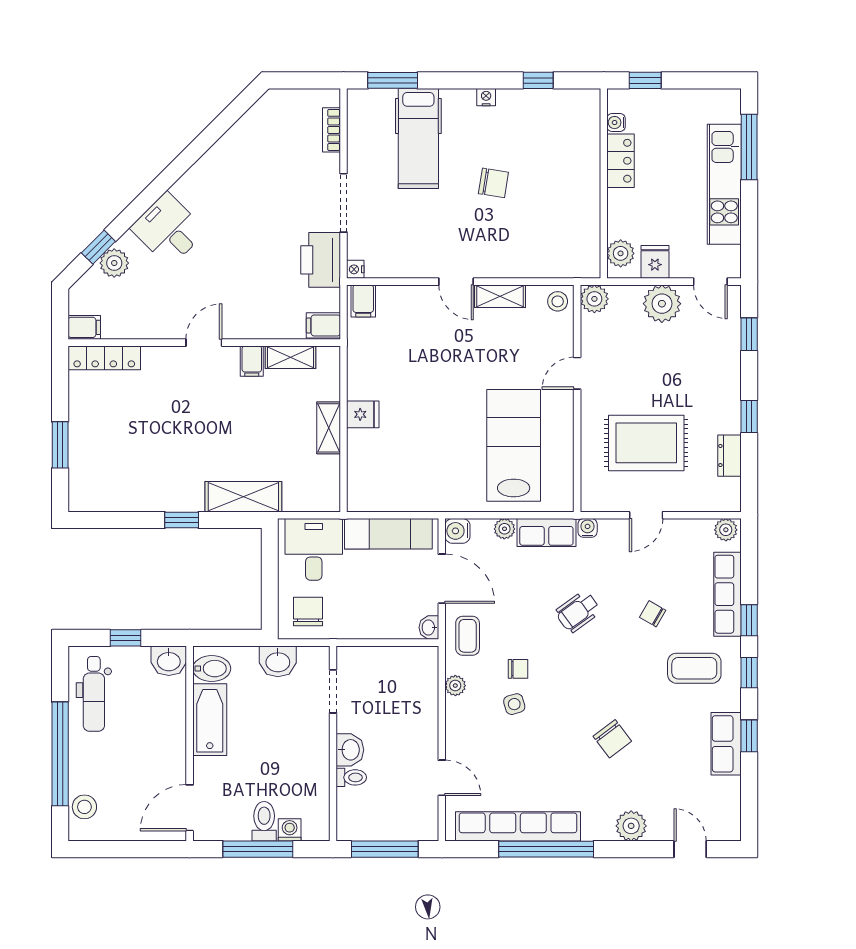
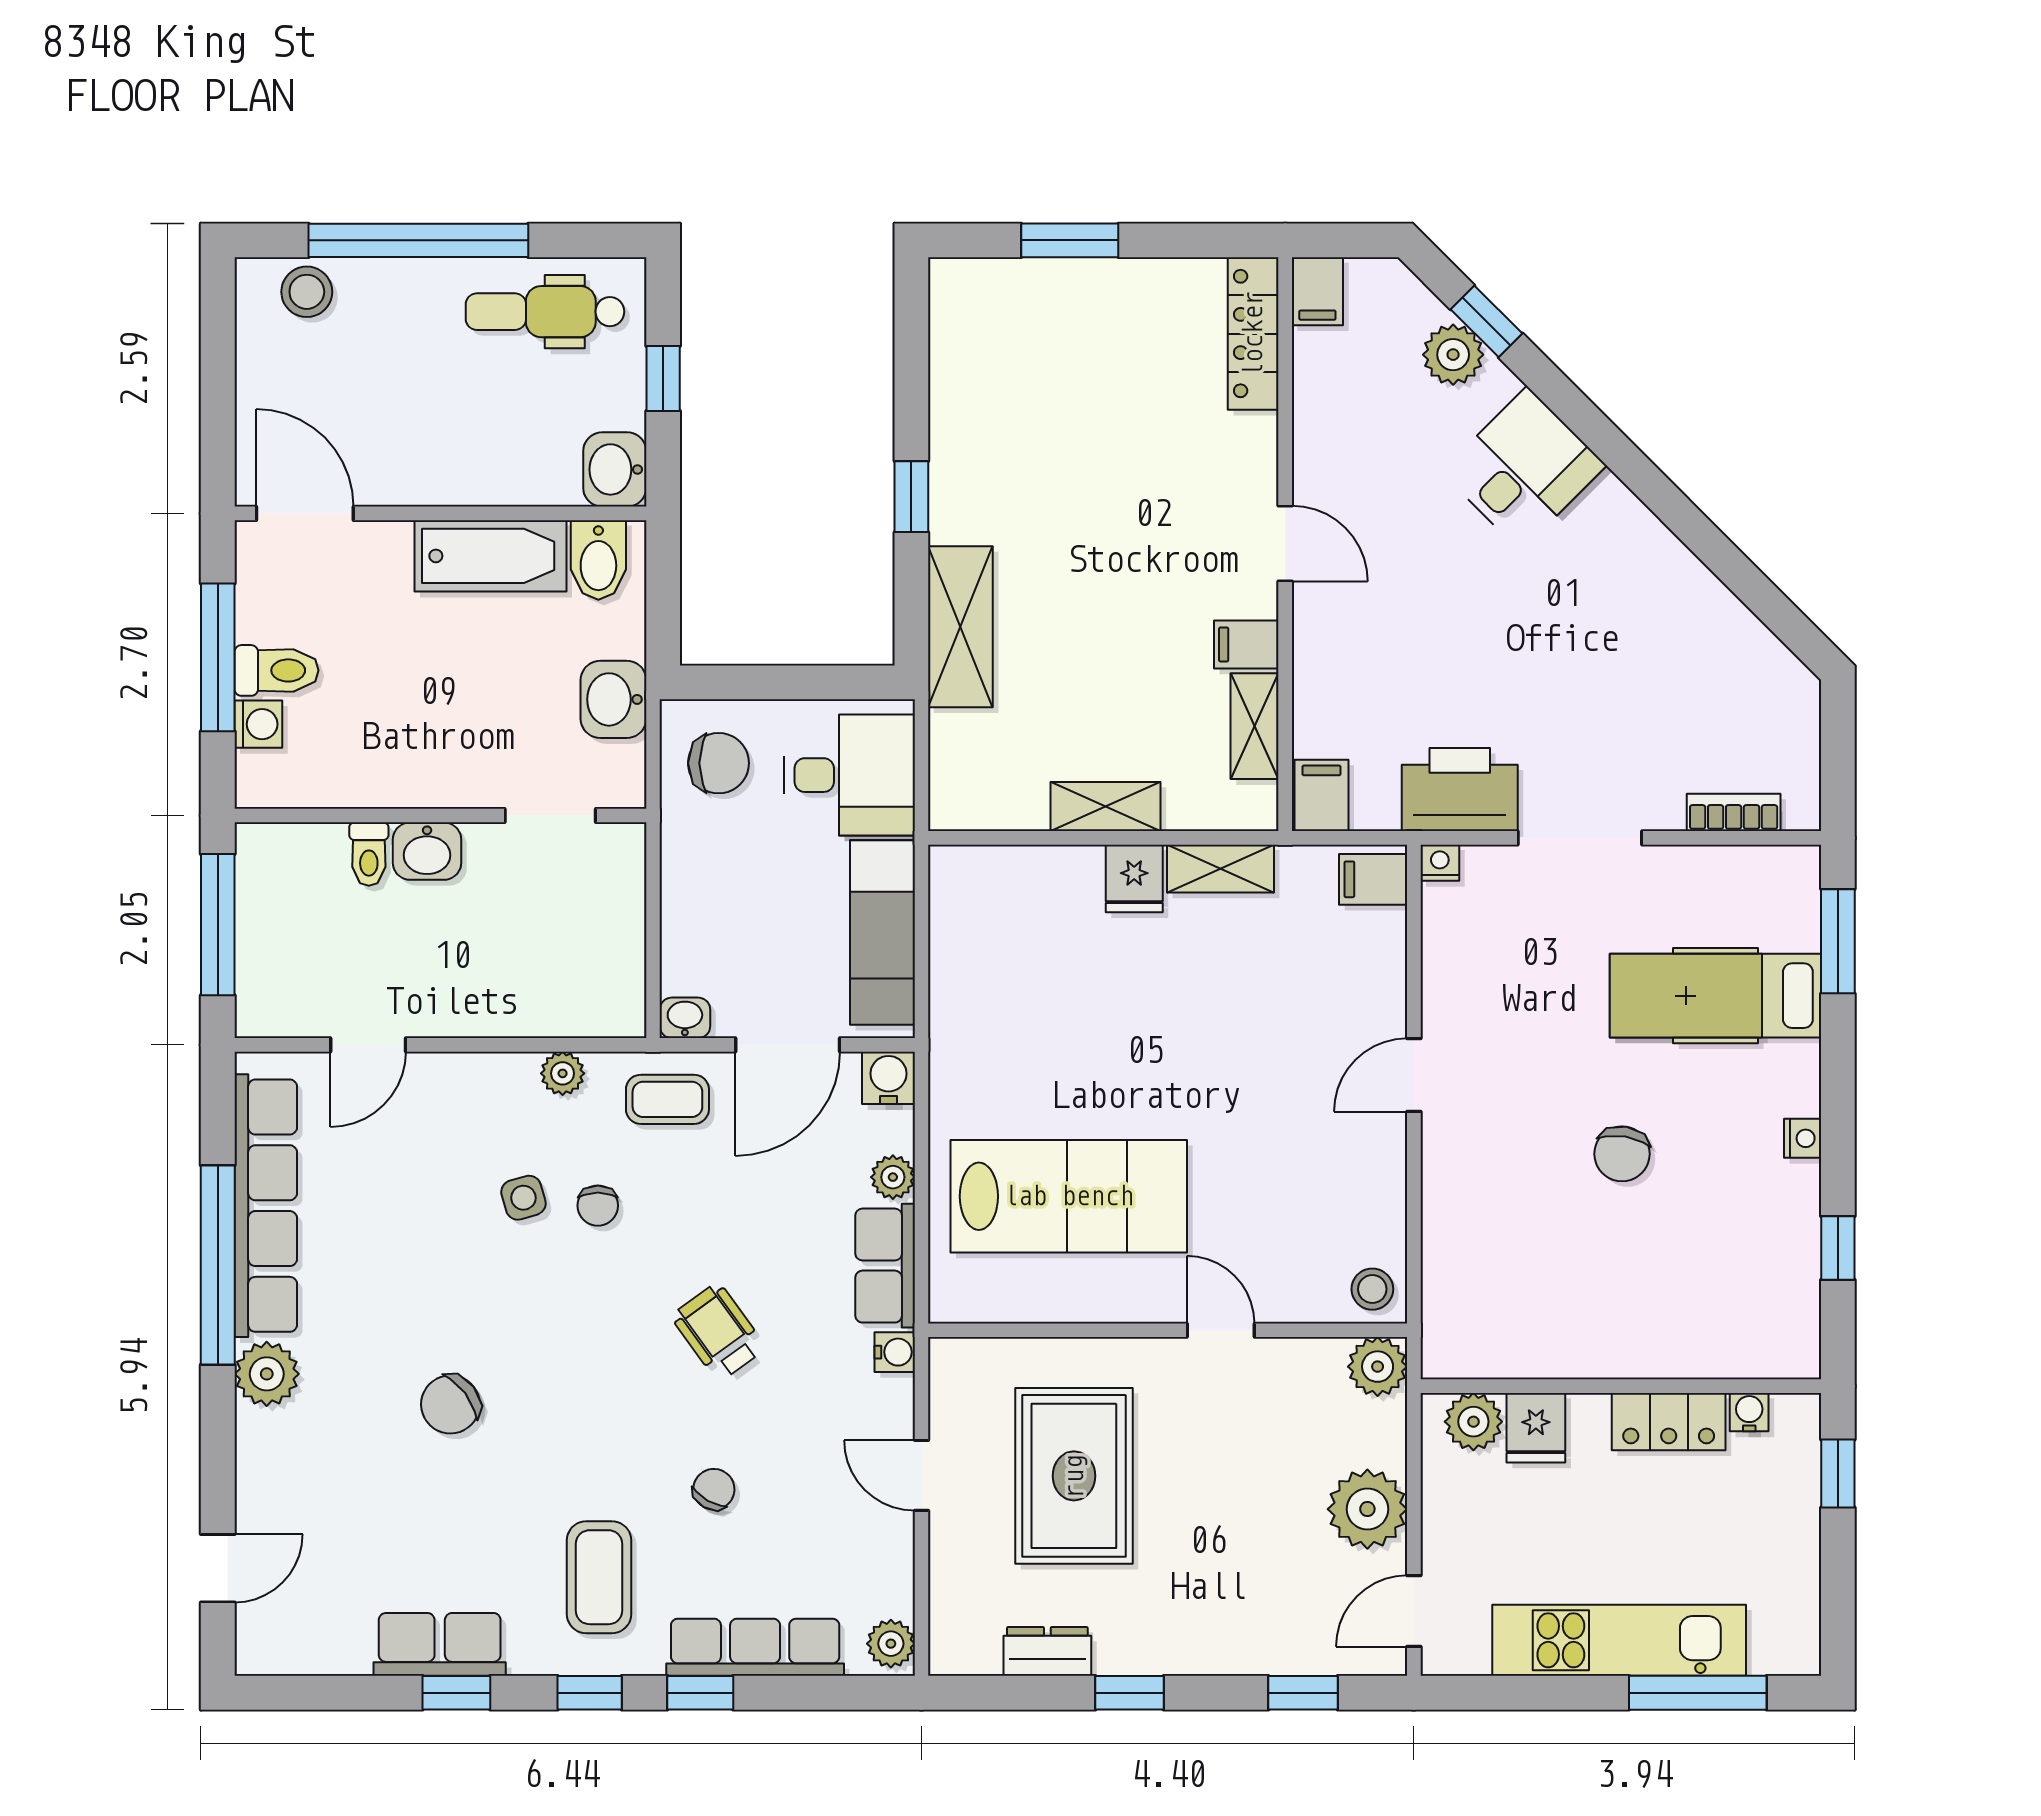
fridge: (655, 262) -> (1536, 1428), moved, turned 90
shelving: (500, 296) -> (1220, 869), moved, turned 90
plant: (631, 826) -> (267, 1374), moved

